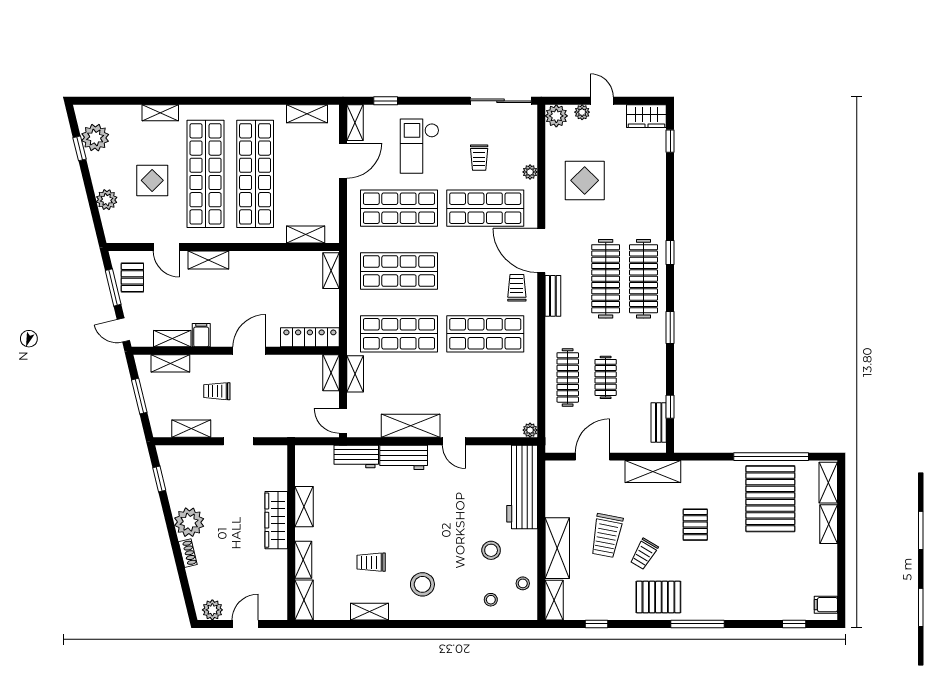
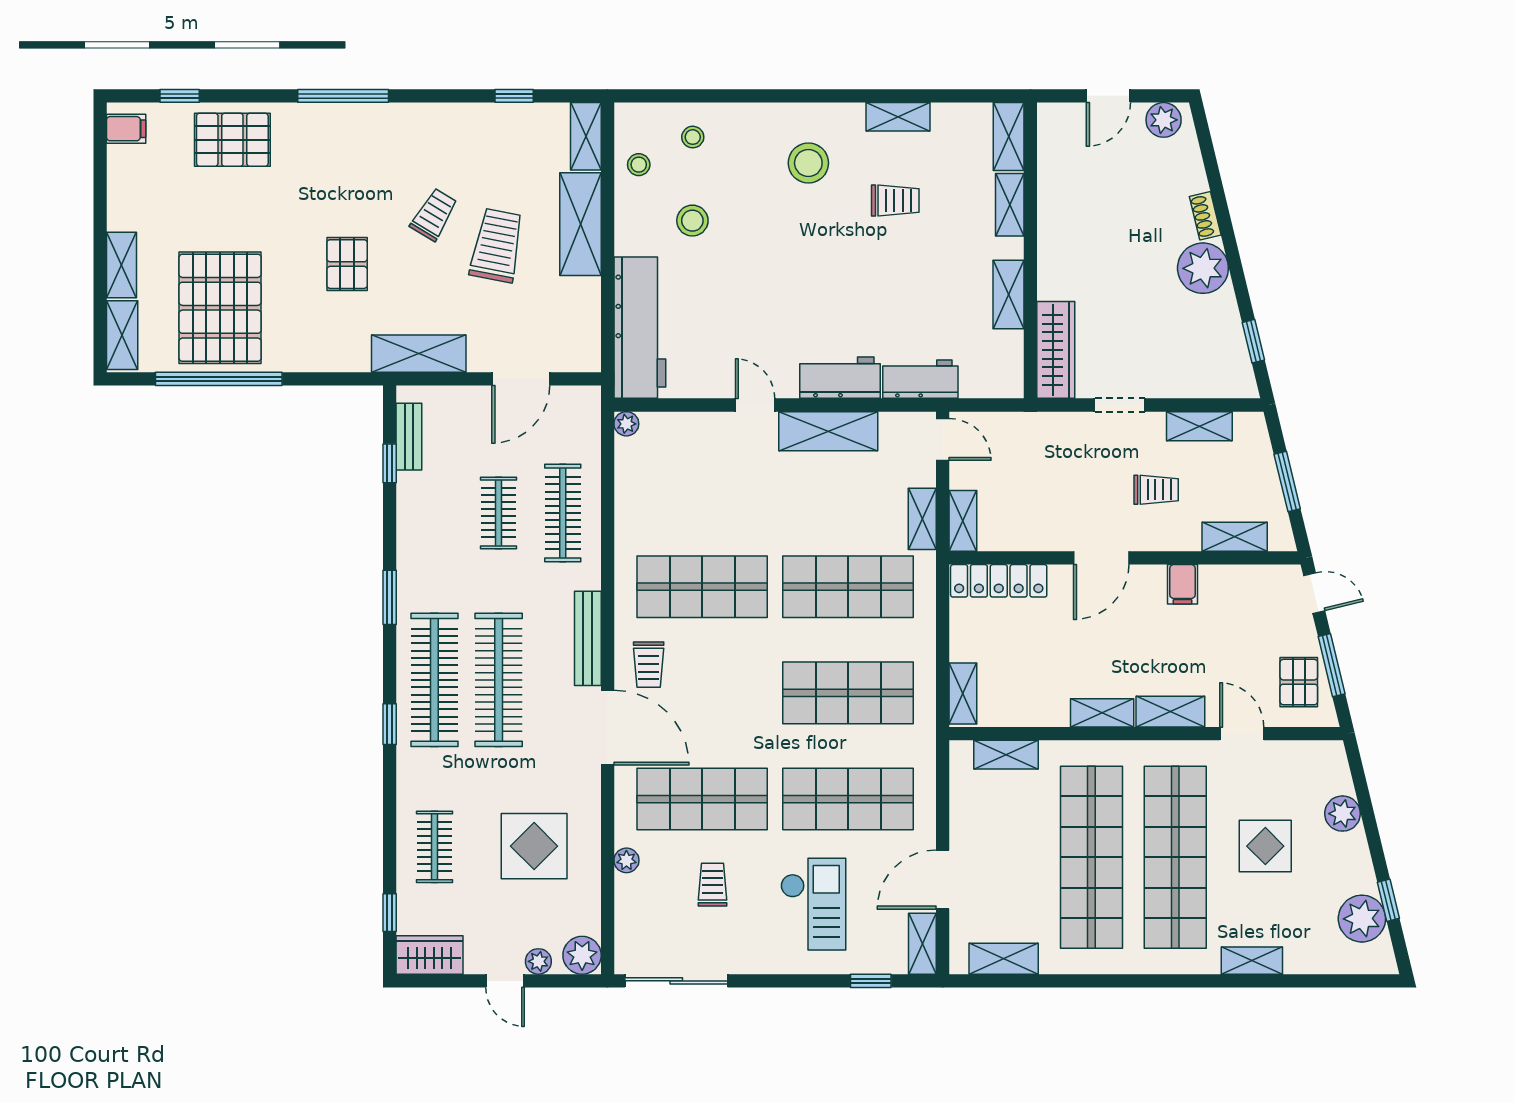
clothes rail: (644, 180) -> (434, 847), added
bench: (553, 296) -> (588, 638), width x1.36
shelving: (172, 339) -> (1102, 713), moved
wardrobe: (276, 520) -> (1056, 350), moved
pallet: (658, 597) -> (232, 140), moved

